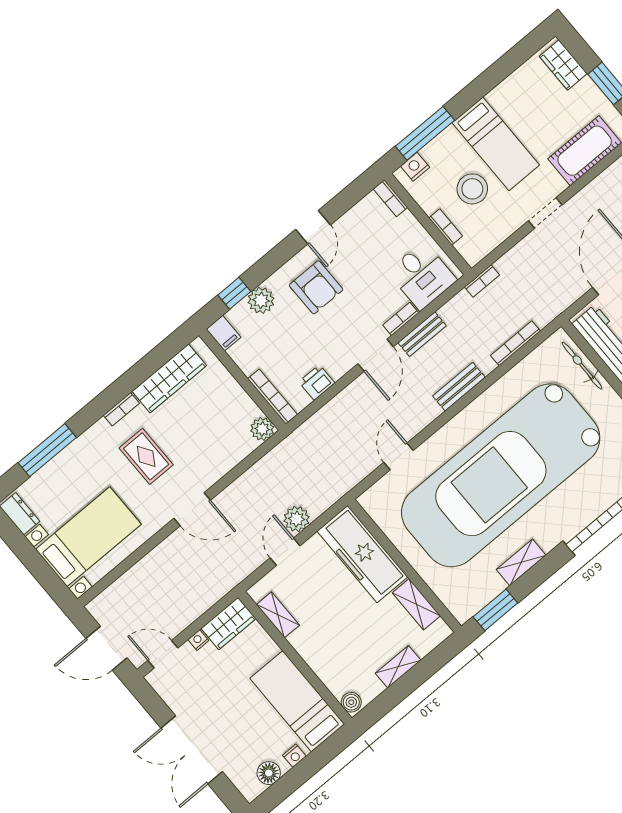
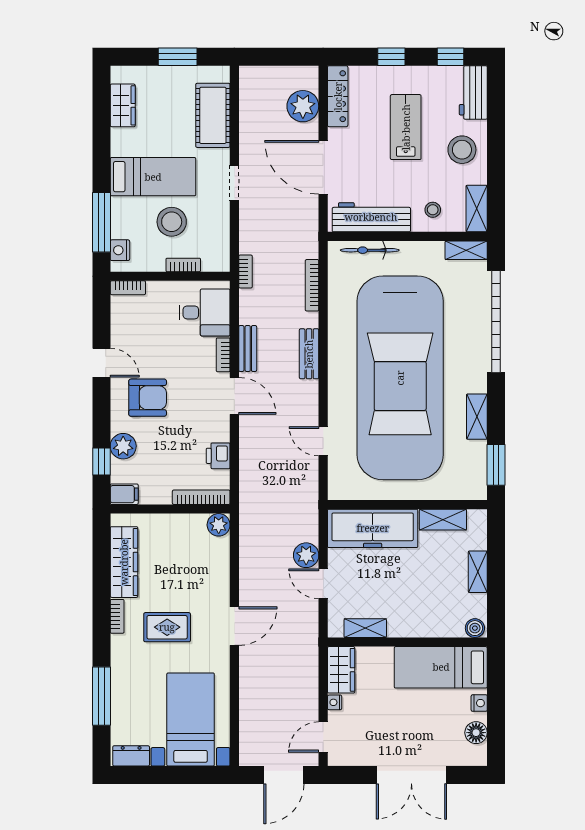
wardrobe: (563, 65) -> (123, 105), moved, turned -90

